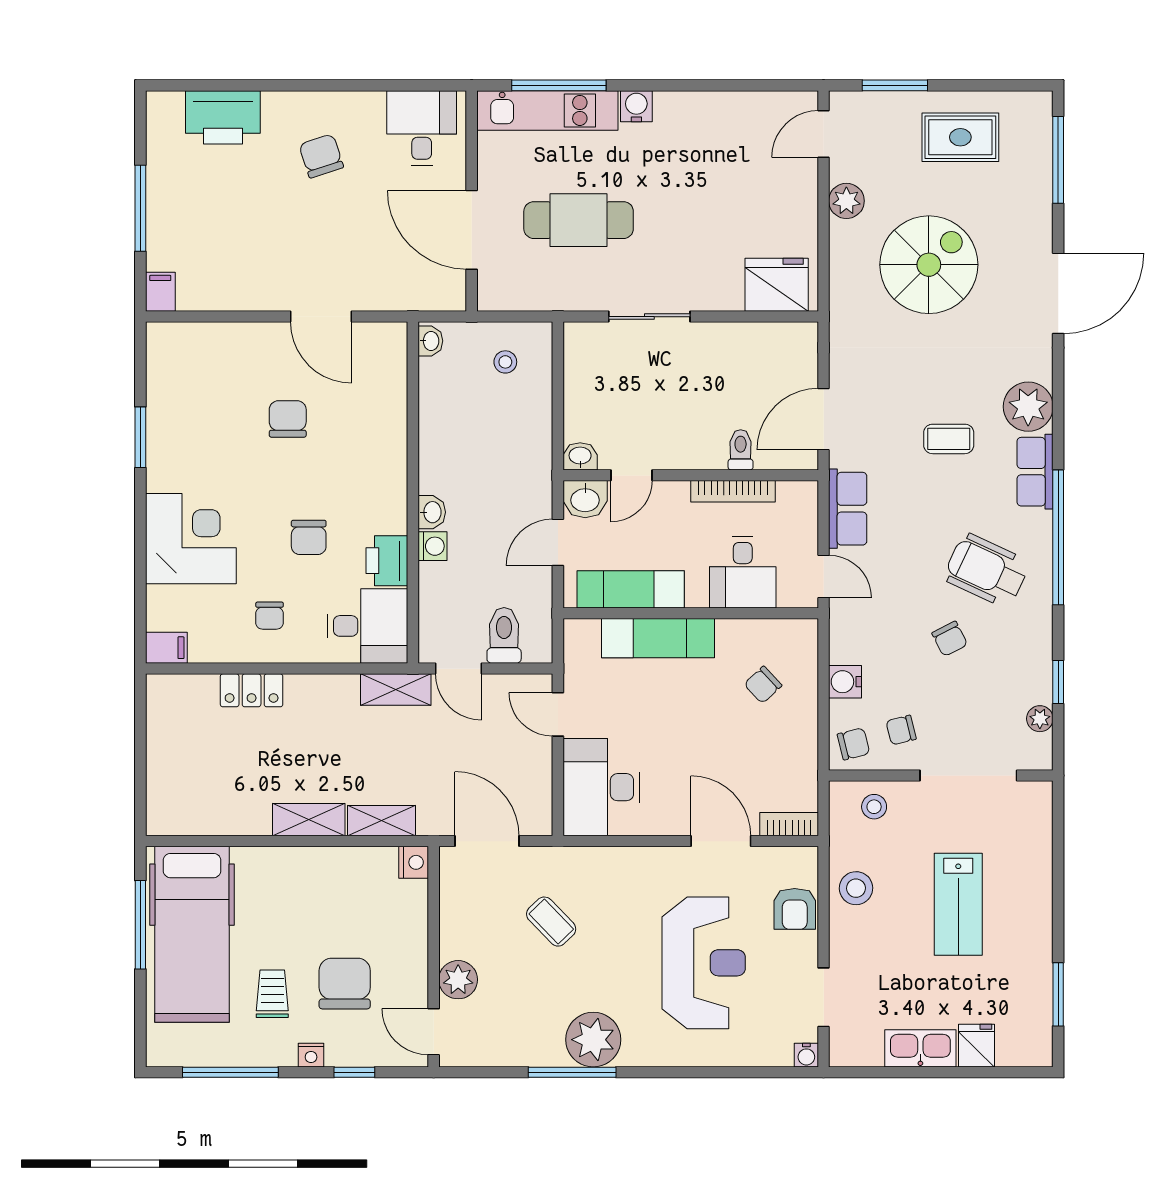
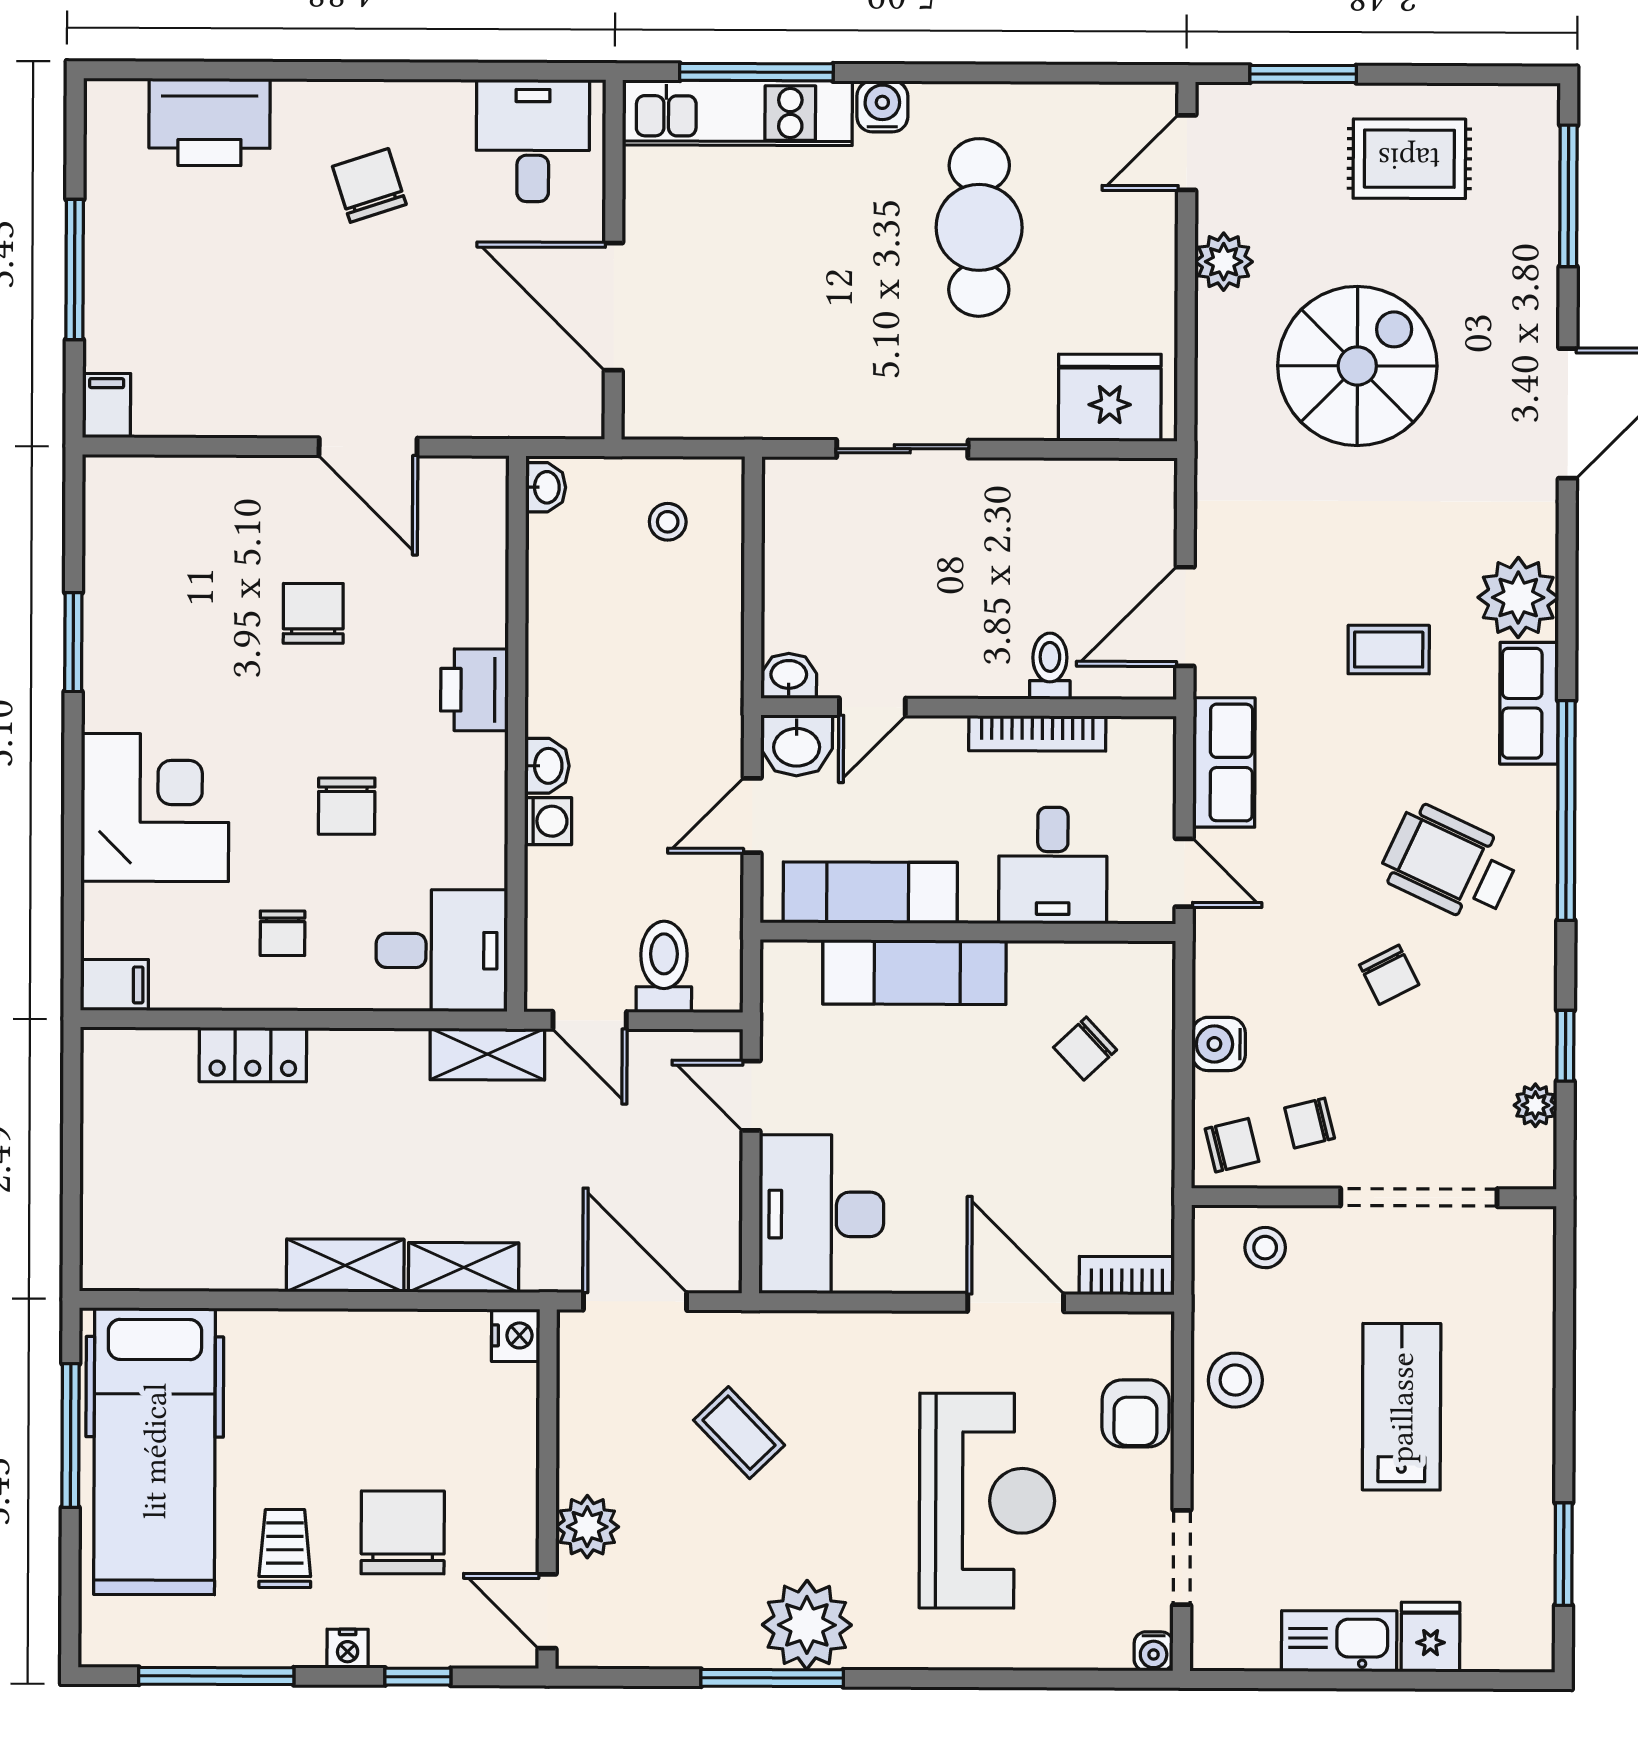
cafe table: (579, 220) -> (979, 227), moved, turned 90
printer: (387, 561) -> (474, 690), moved
lab bench: (958, 904) -> (1402, 1407), turned 180

